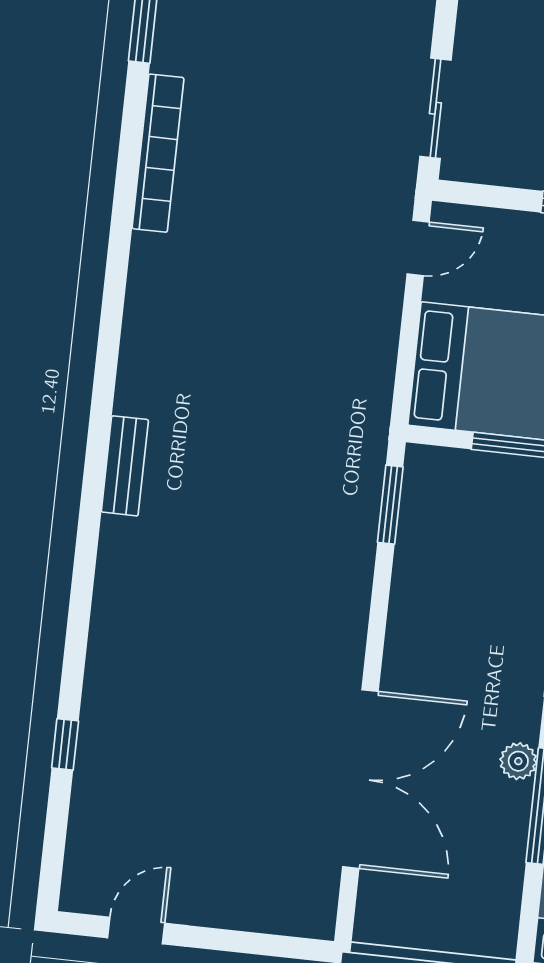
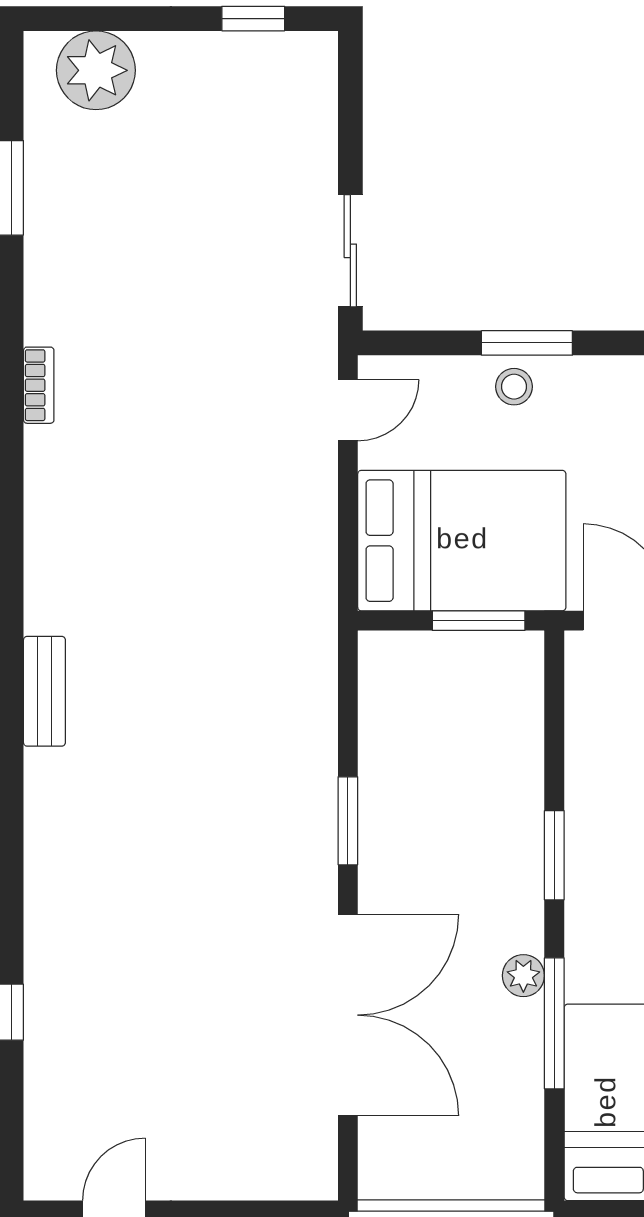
bookcase: (158, 153) -> (39, 385), width x0.43, depth x0.76
window: (390, 505) -> (348, 821), moved

